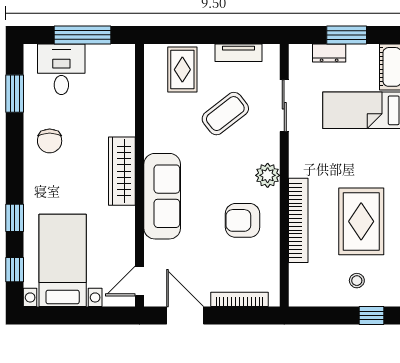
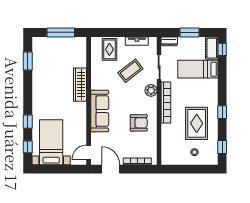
dresser: (329, 53) -> (169, 41), moved
desk: (61, 69) -> (51, 49), removed
chair: (50, 141) -> (45, 84), removed
wardrobe: (122, 171) -> (80, 85), moved
plant: (268, 175) -> (151, 90), moved
armchair: (243, 220) -> (139, 123), turned 180
bookcase: (298, 220) -> (166, 102), moved
window: (371, 315) -> (202, 169), removed

